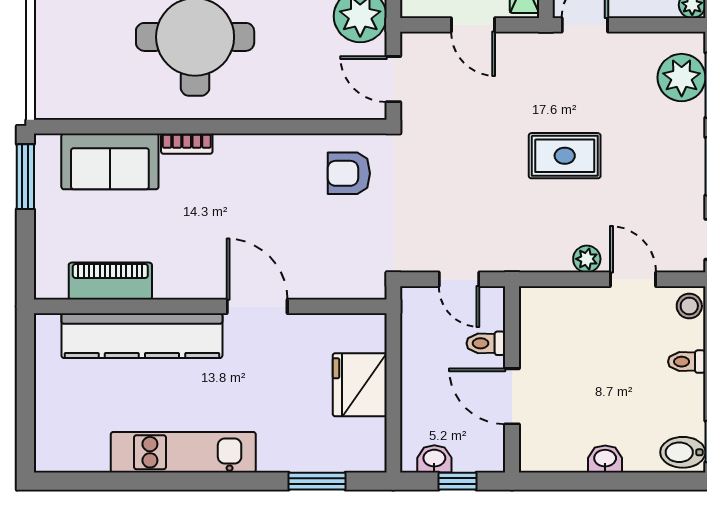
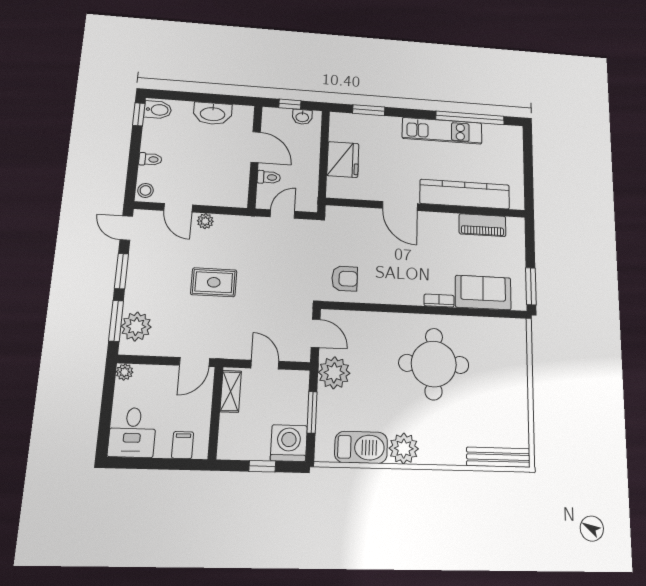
door: (459, 279) -> (282, 214), hinge flipped
washbasin: (605, 459) -> (213, 113), width x1.91, depth x1.45
window: (132, 481) -> (470, 118), added

